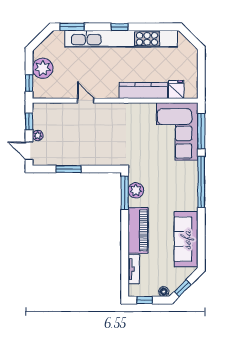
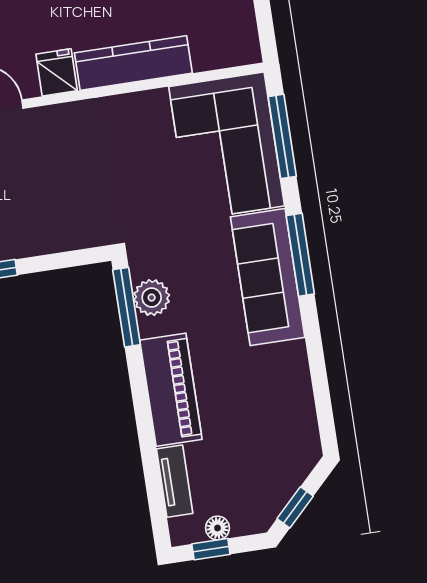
fridge: (176, 90) -> (57, 72), moved
window: (201, 182) -> (300, 255), width x0.68
sofa: (186, 239) -> (268, 277), moved
floor lamp: (164, 292) -> (217, 528), moved

